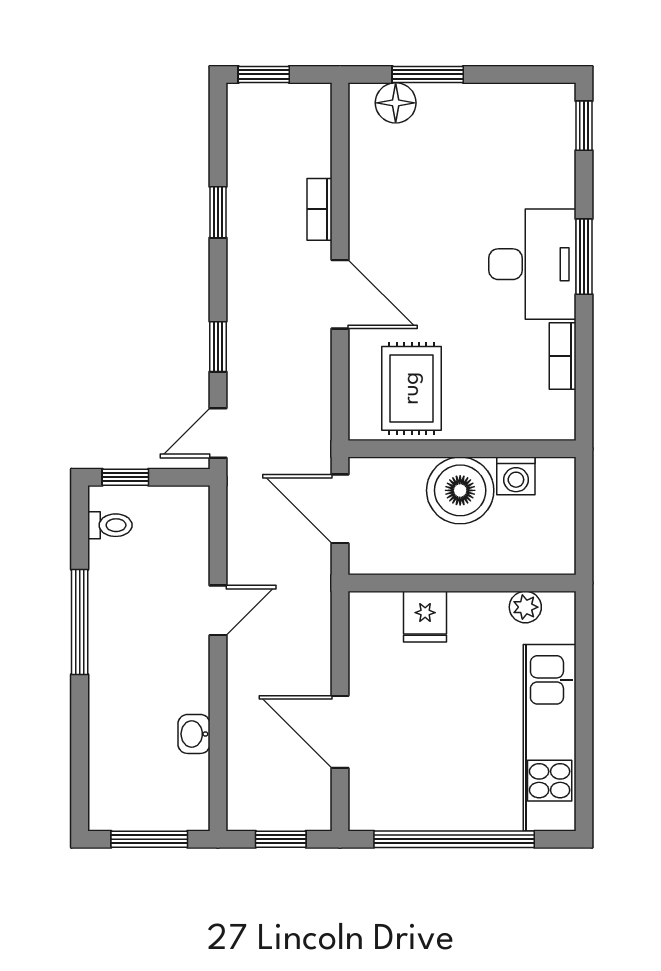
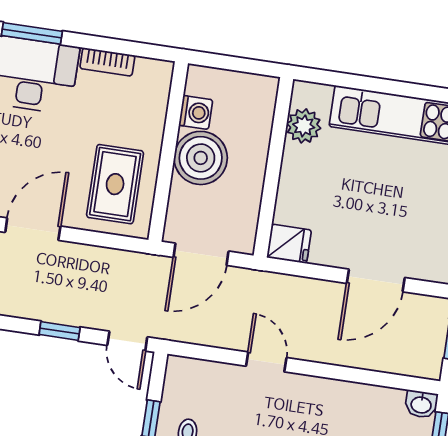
rug: (412, 388) -> (115, 184), turned 90
plant: (525, 607) -> (304, 126), width x1.38, depth x1.38
fridge: (425, 617) -> (289, 244), moved
washbasin: (194, 734) -> (421, 404), moved

